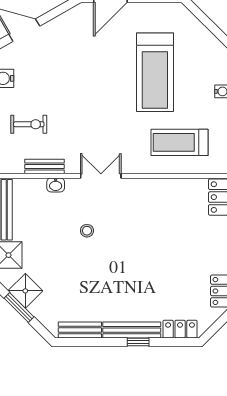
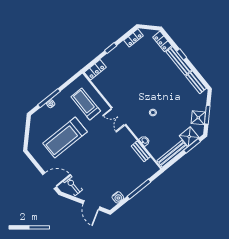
treadmill: (155, 72) -> (65, 138), turned 180
exercise bike: (29, 124) -> (73, 186), moved
treadmill: (179, 142) -> (86, 104), turned 180
double door: (101, 176) -> (119, 116), moved

